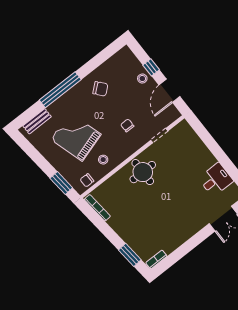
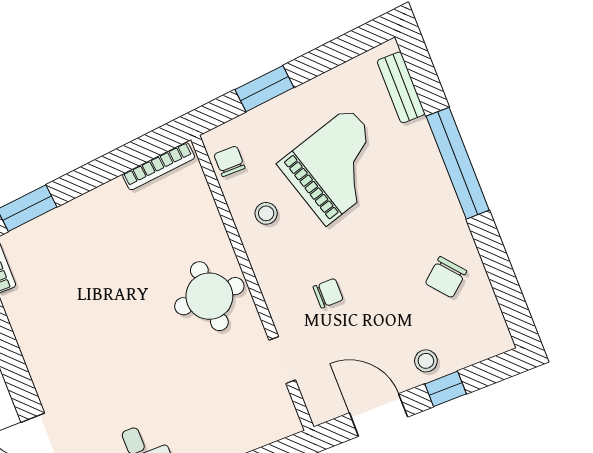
chair: (100, 89) -> (446, 277), moved
window: (61, 183) -> (264, 89), moved

